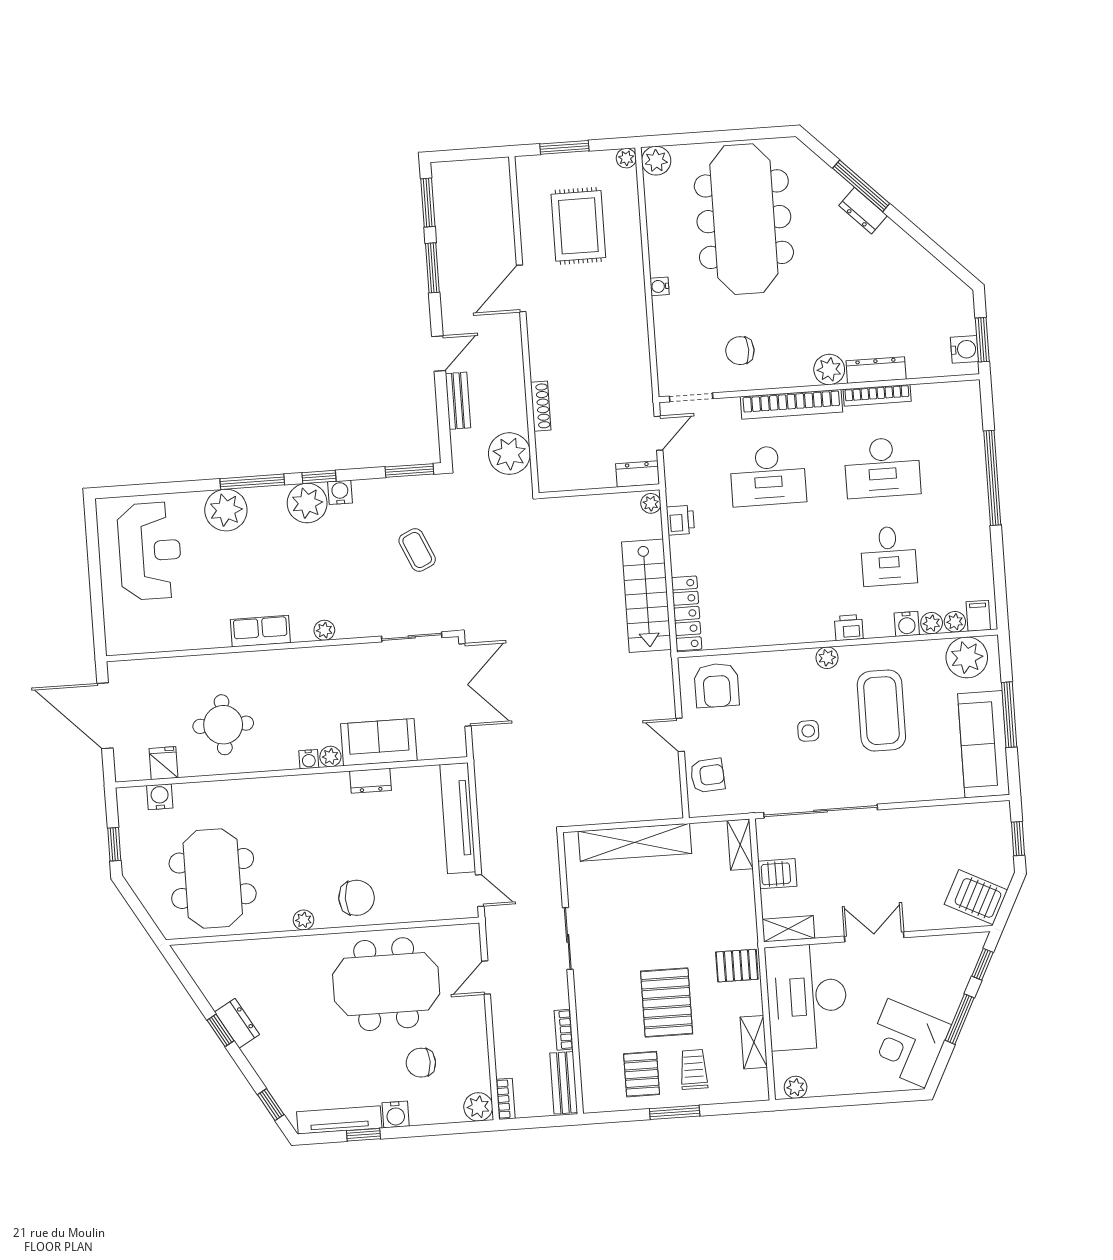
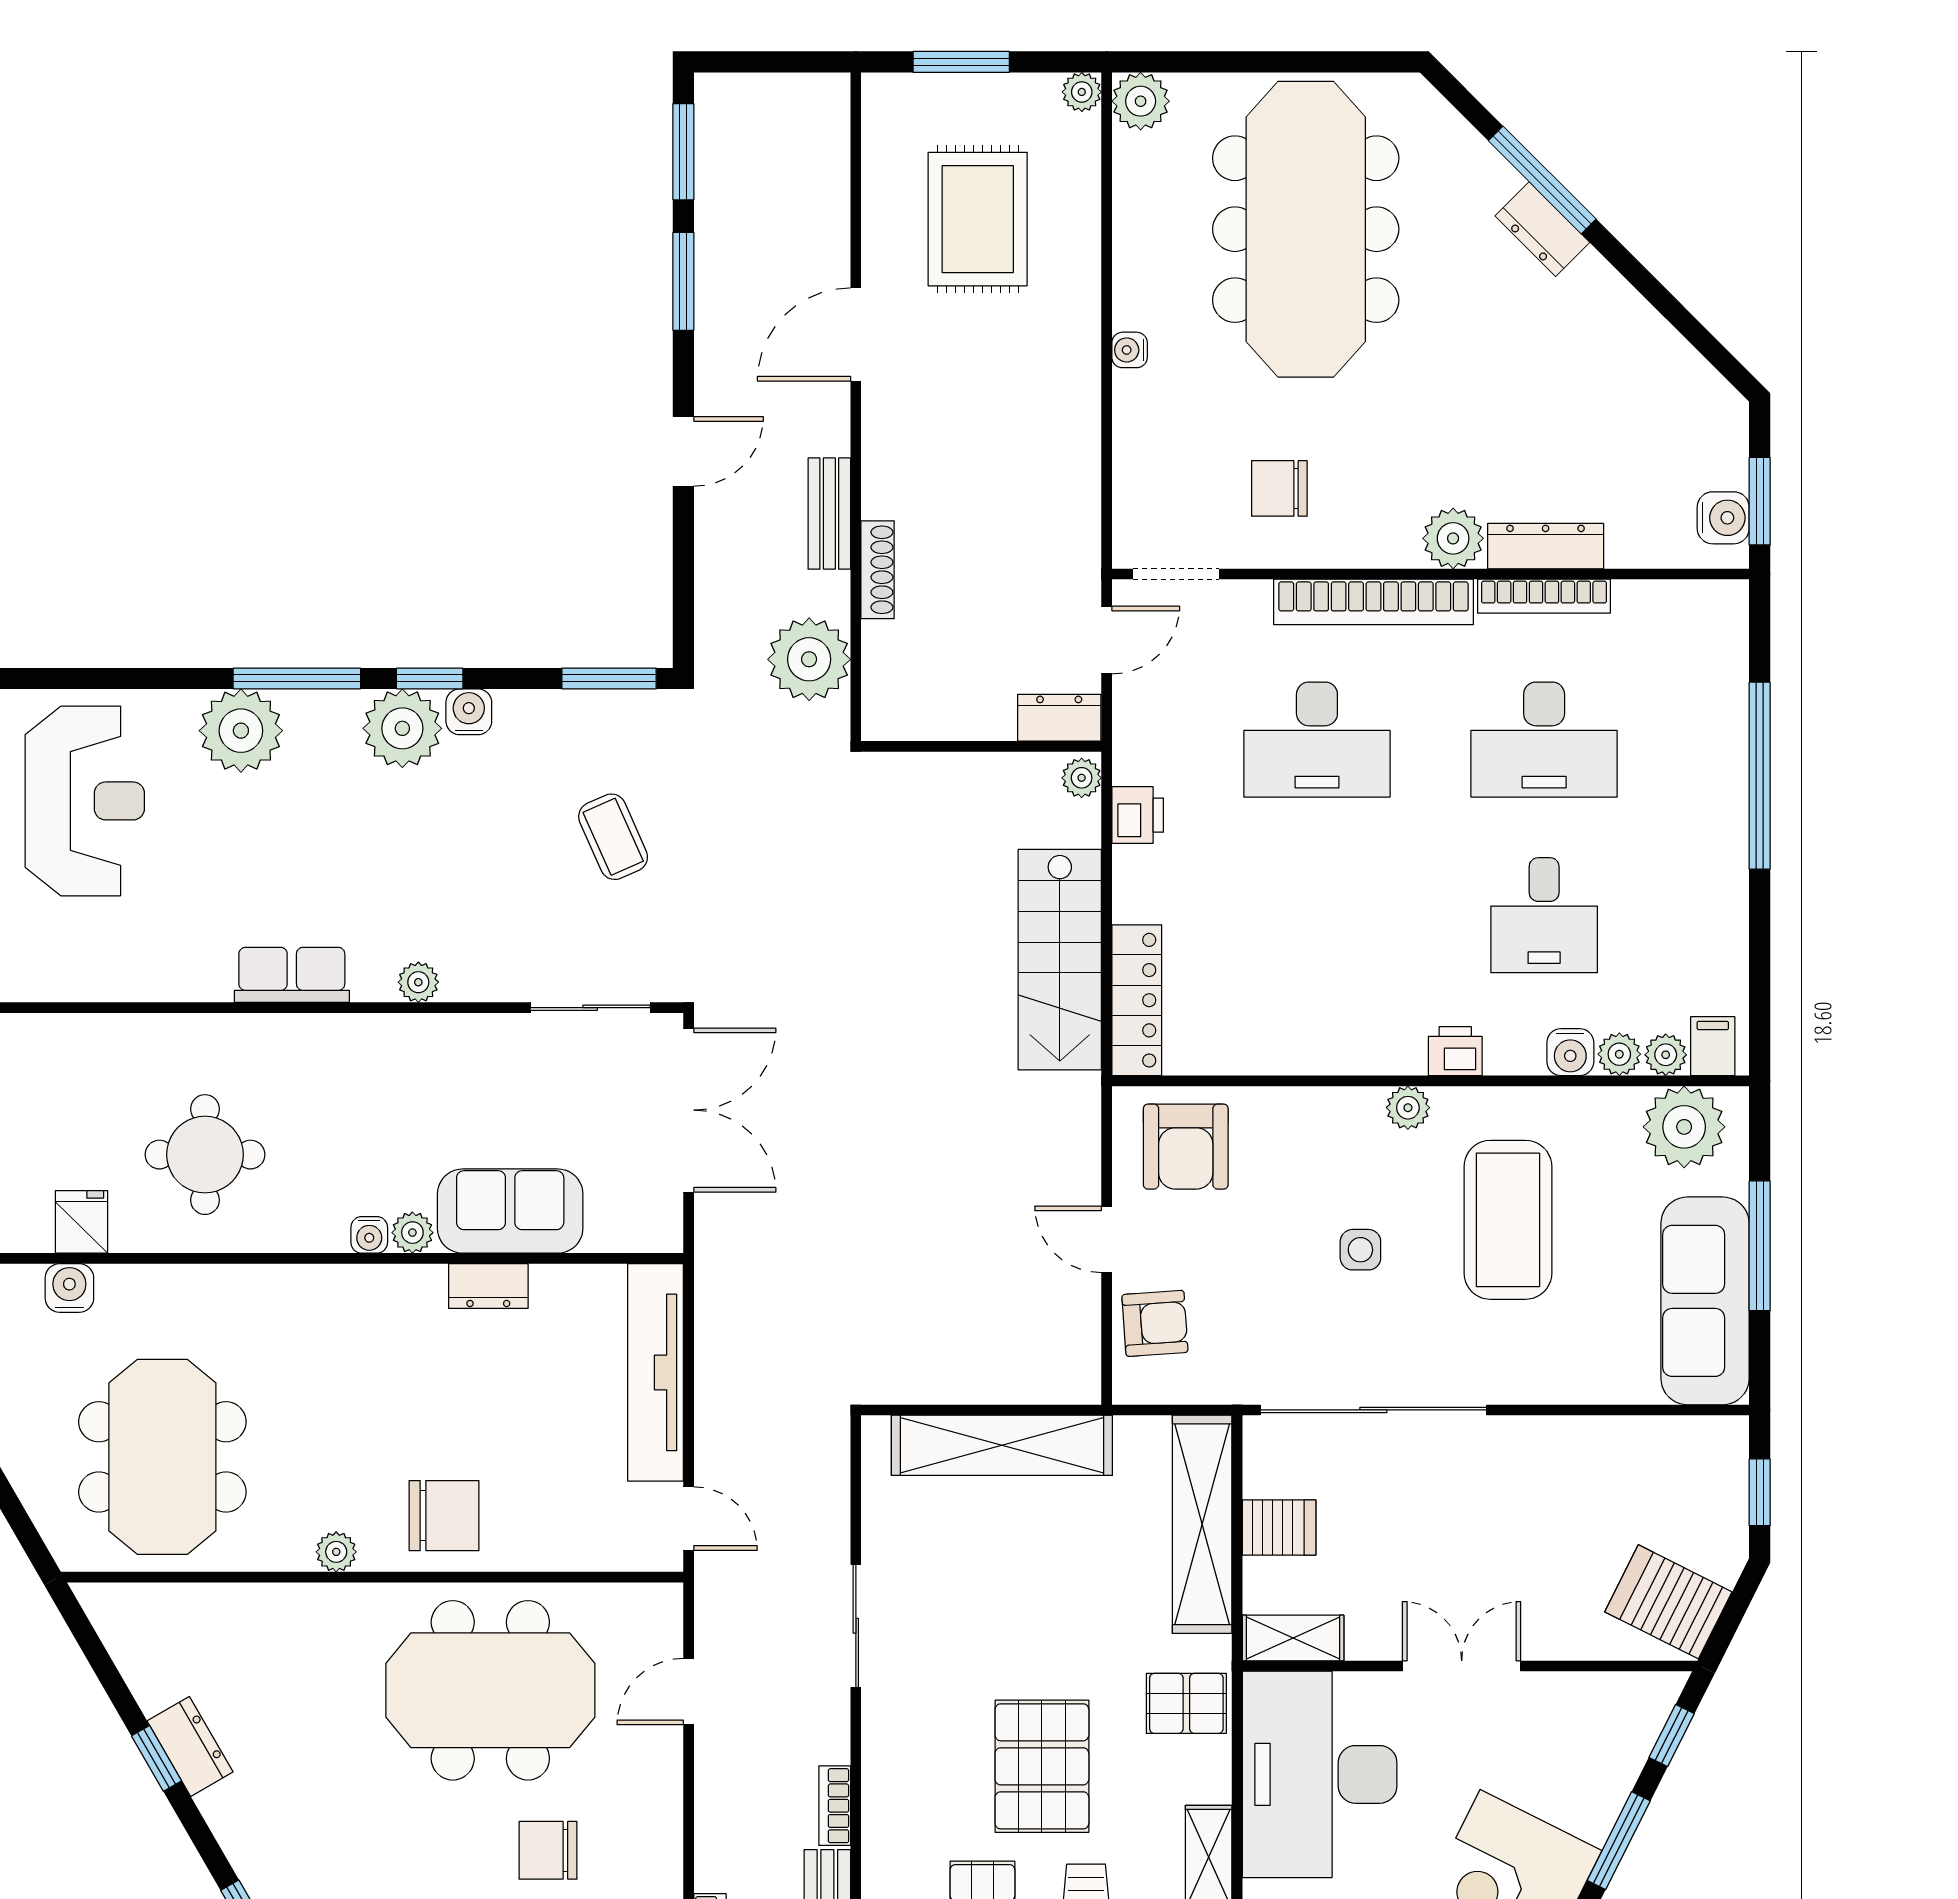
bench: (458, 401) -> (829, 514), moved
shelving: (740, 845) -> (1202, 1524), width x2.20, depth x1.33

